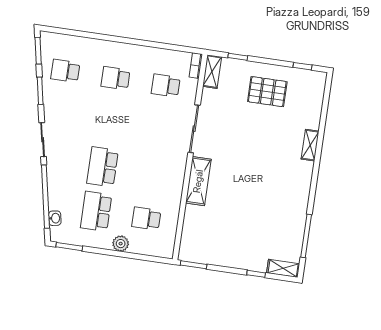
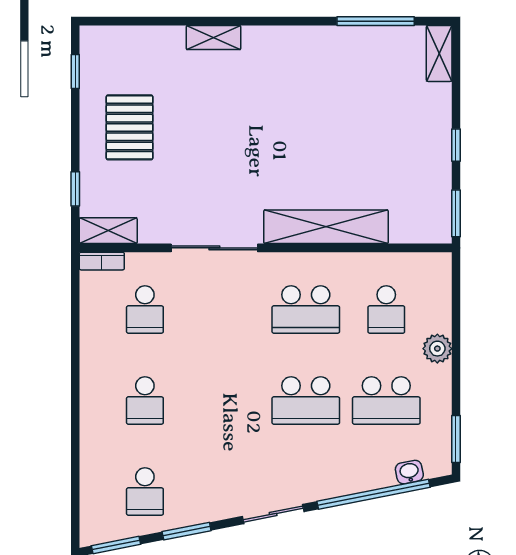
school desk: (153, 174) -> (306, 309), added
shelving: (198, 181) -> (326, 227), width x1.47
window: (256, 274) -> (456, 145), moved

